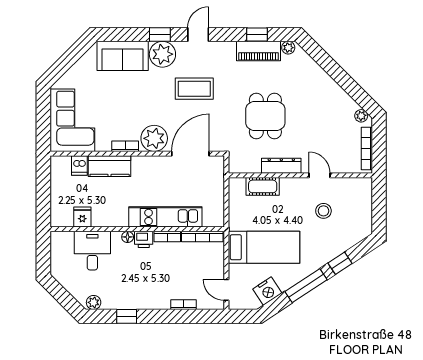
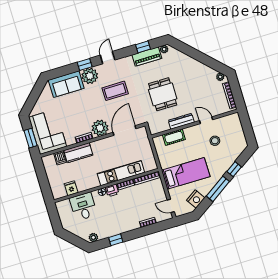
window: (43, 122) -> (30, 138), added

